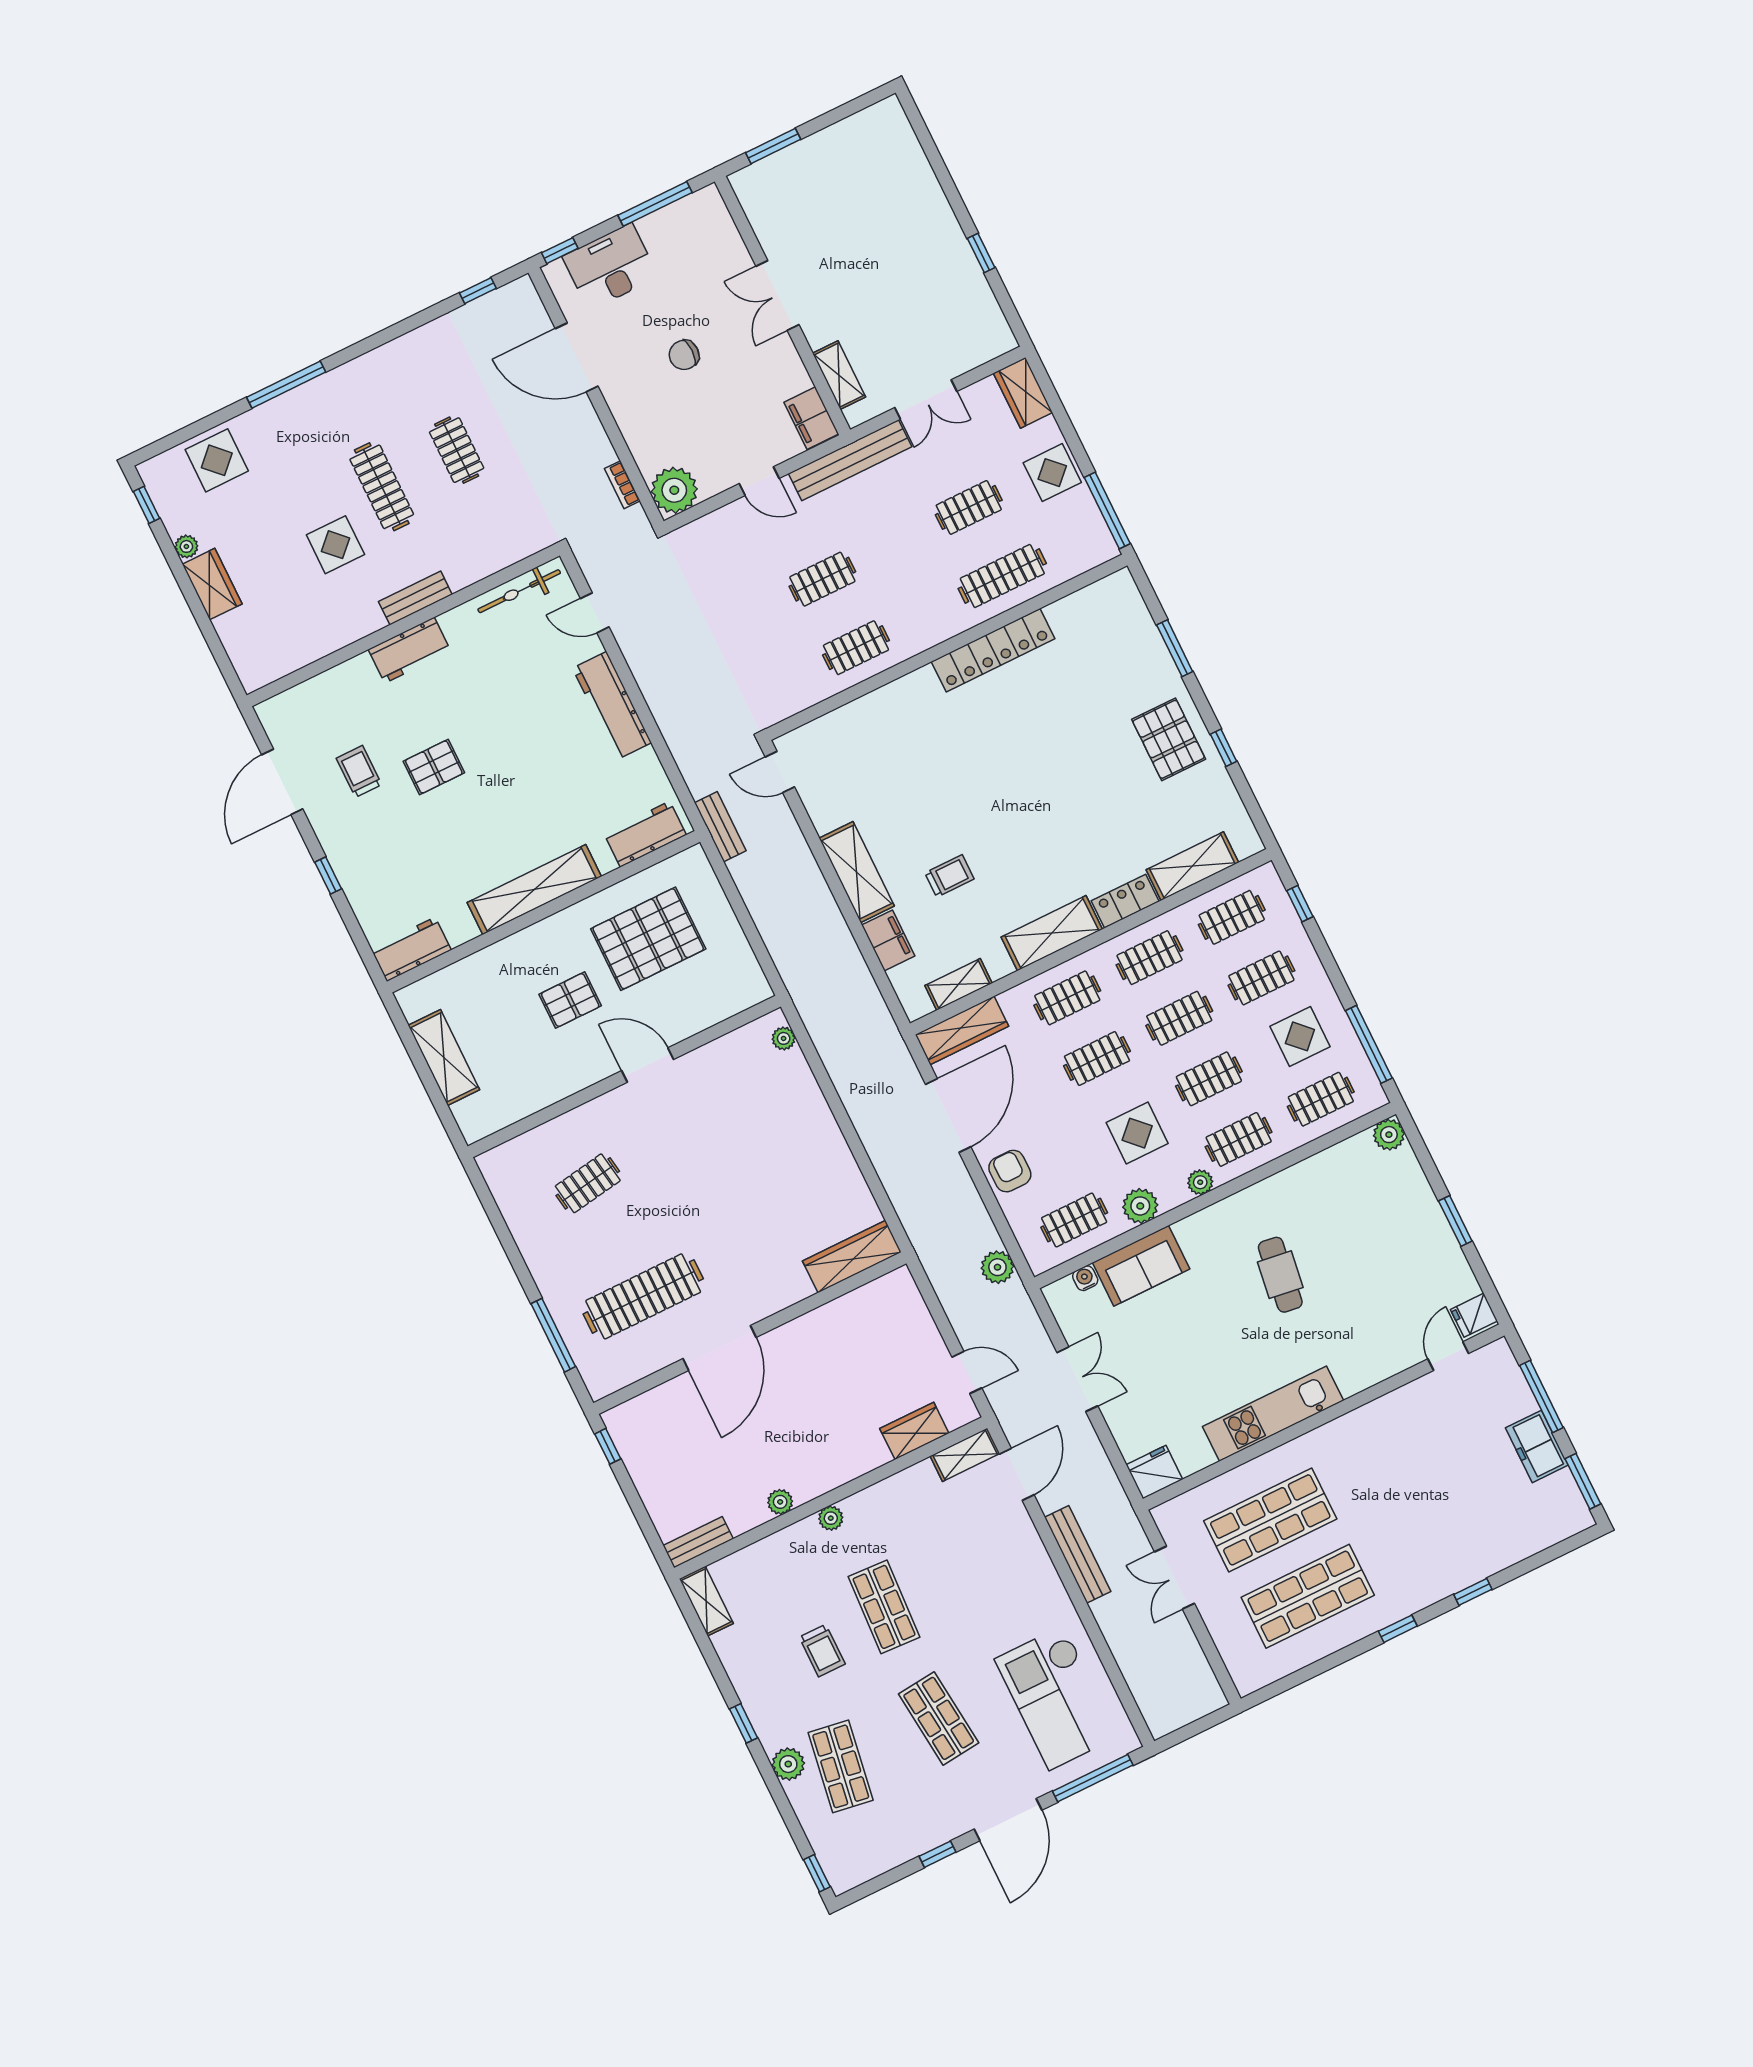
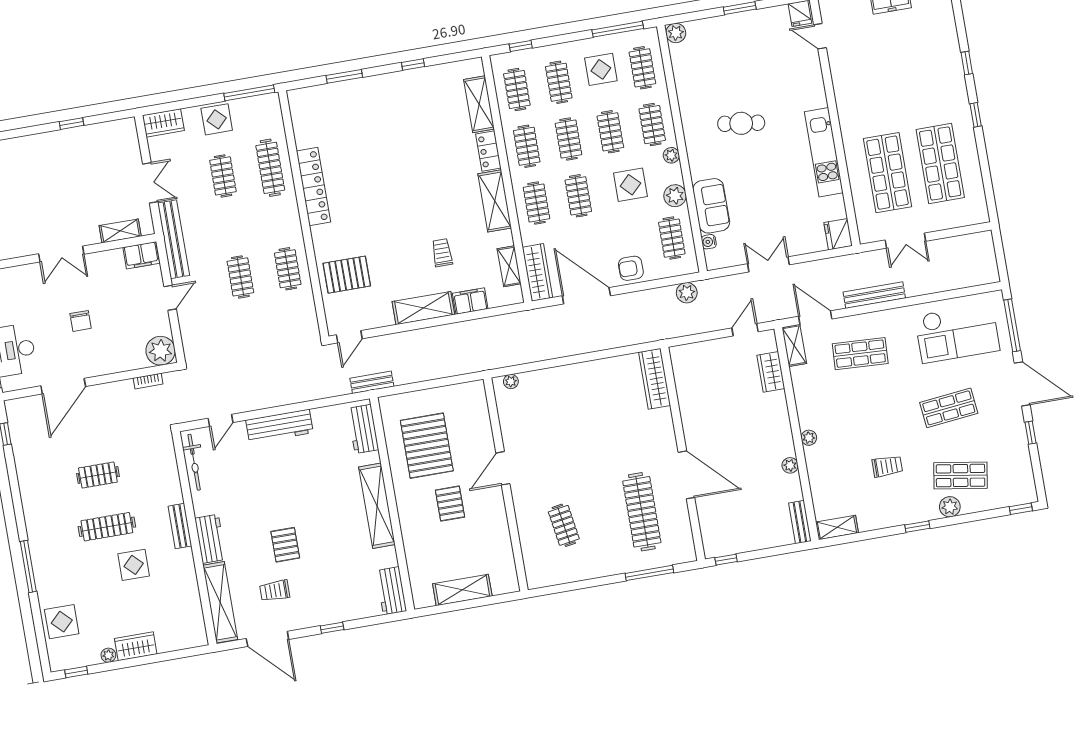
shelving: (317, 693) -> (220, 602), added
pallet: (1169, 739) -> (347, 275), moved
shop shelf: (884, 1607) -> (860, 354), moved

